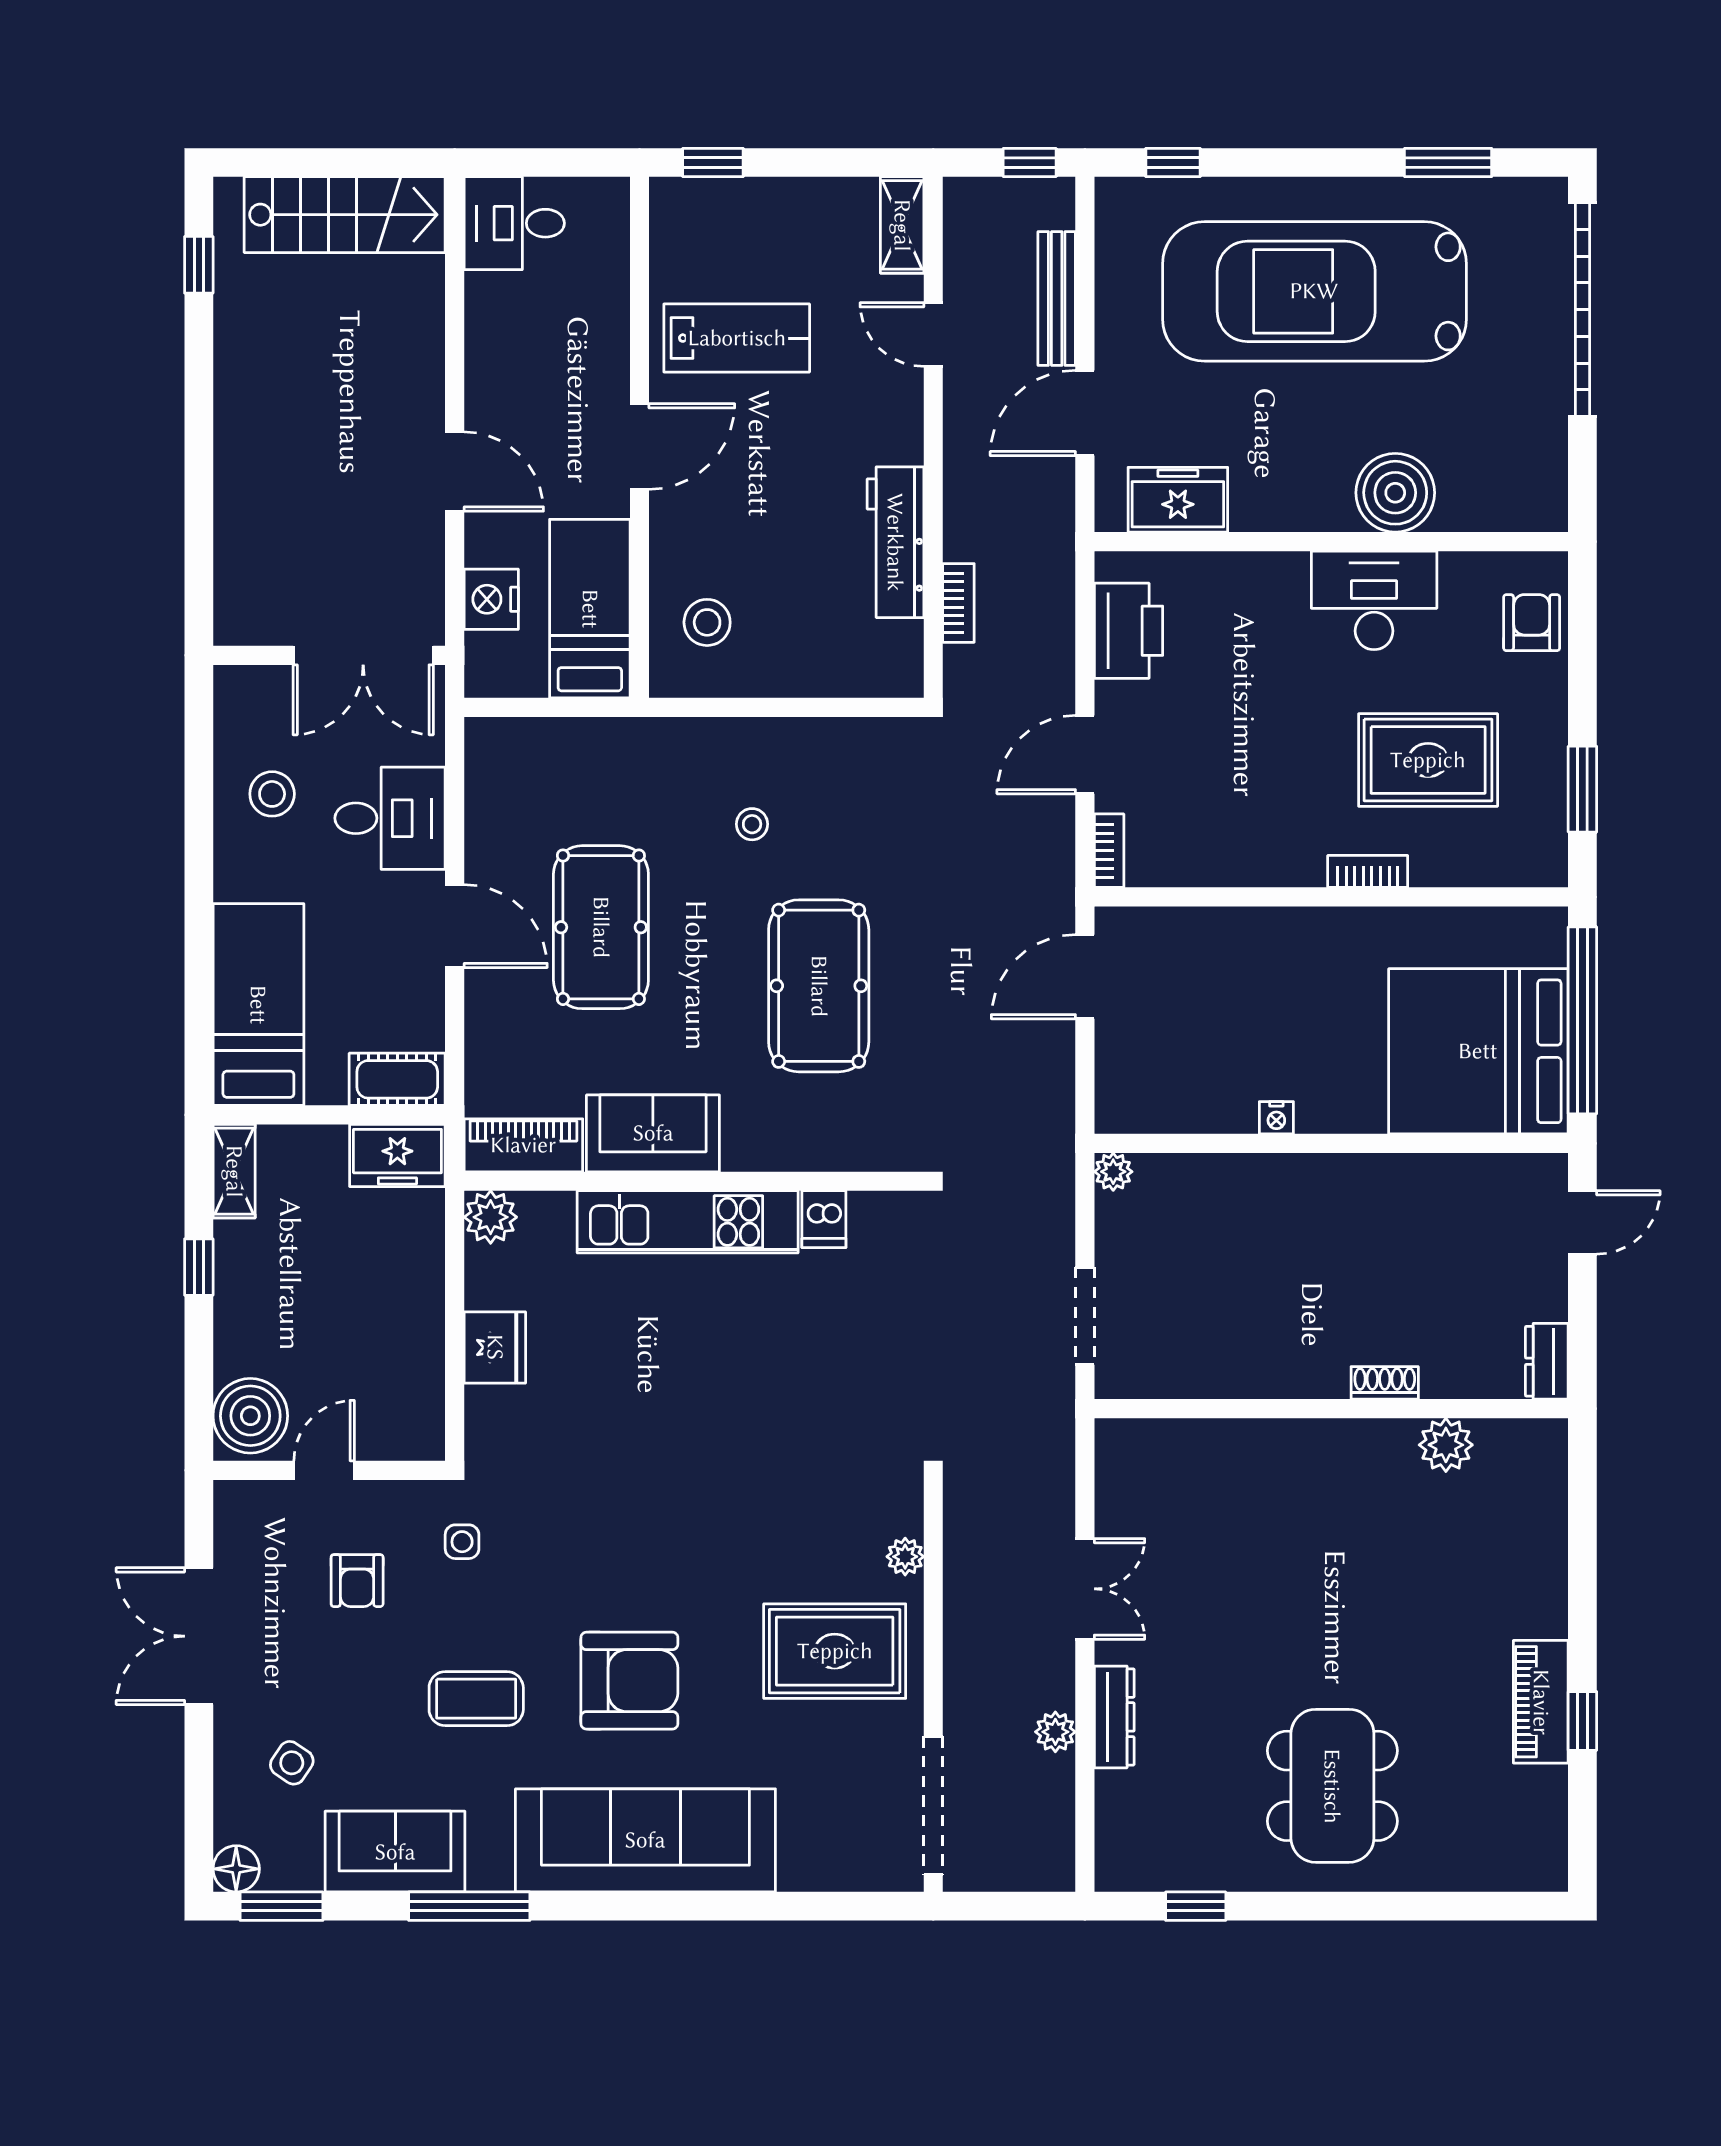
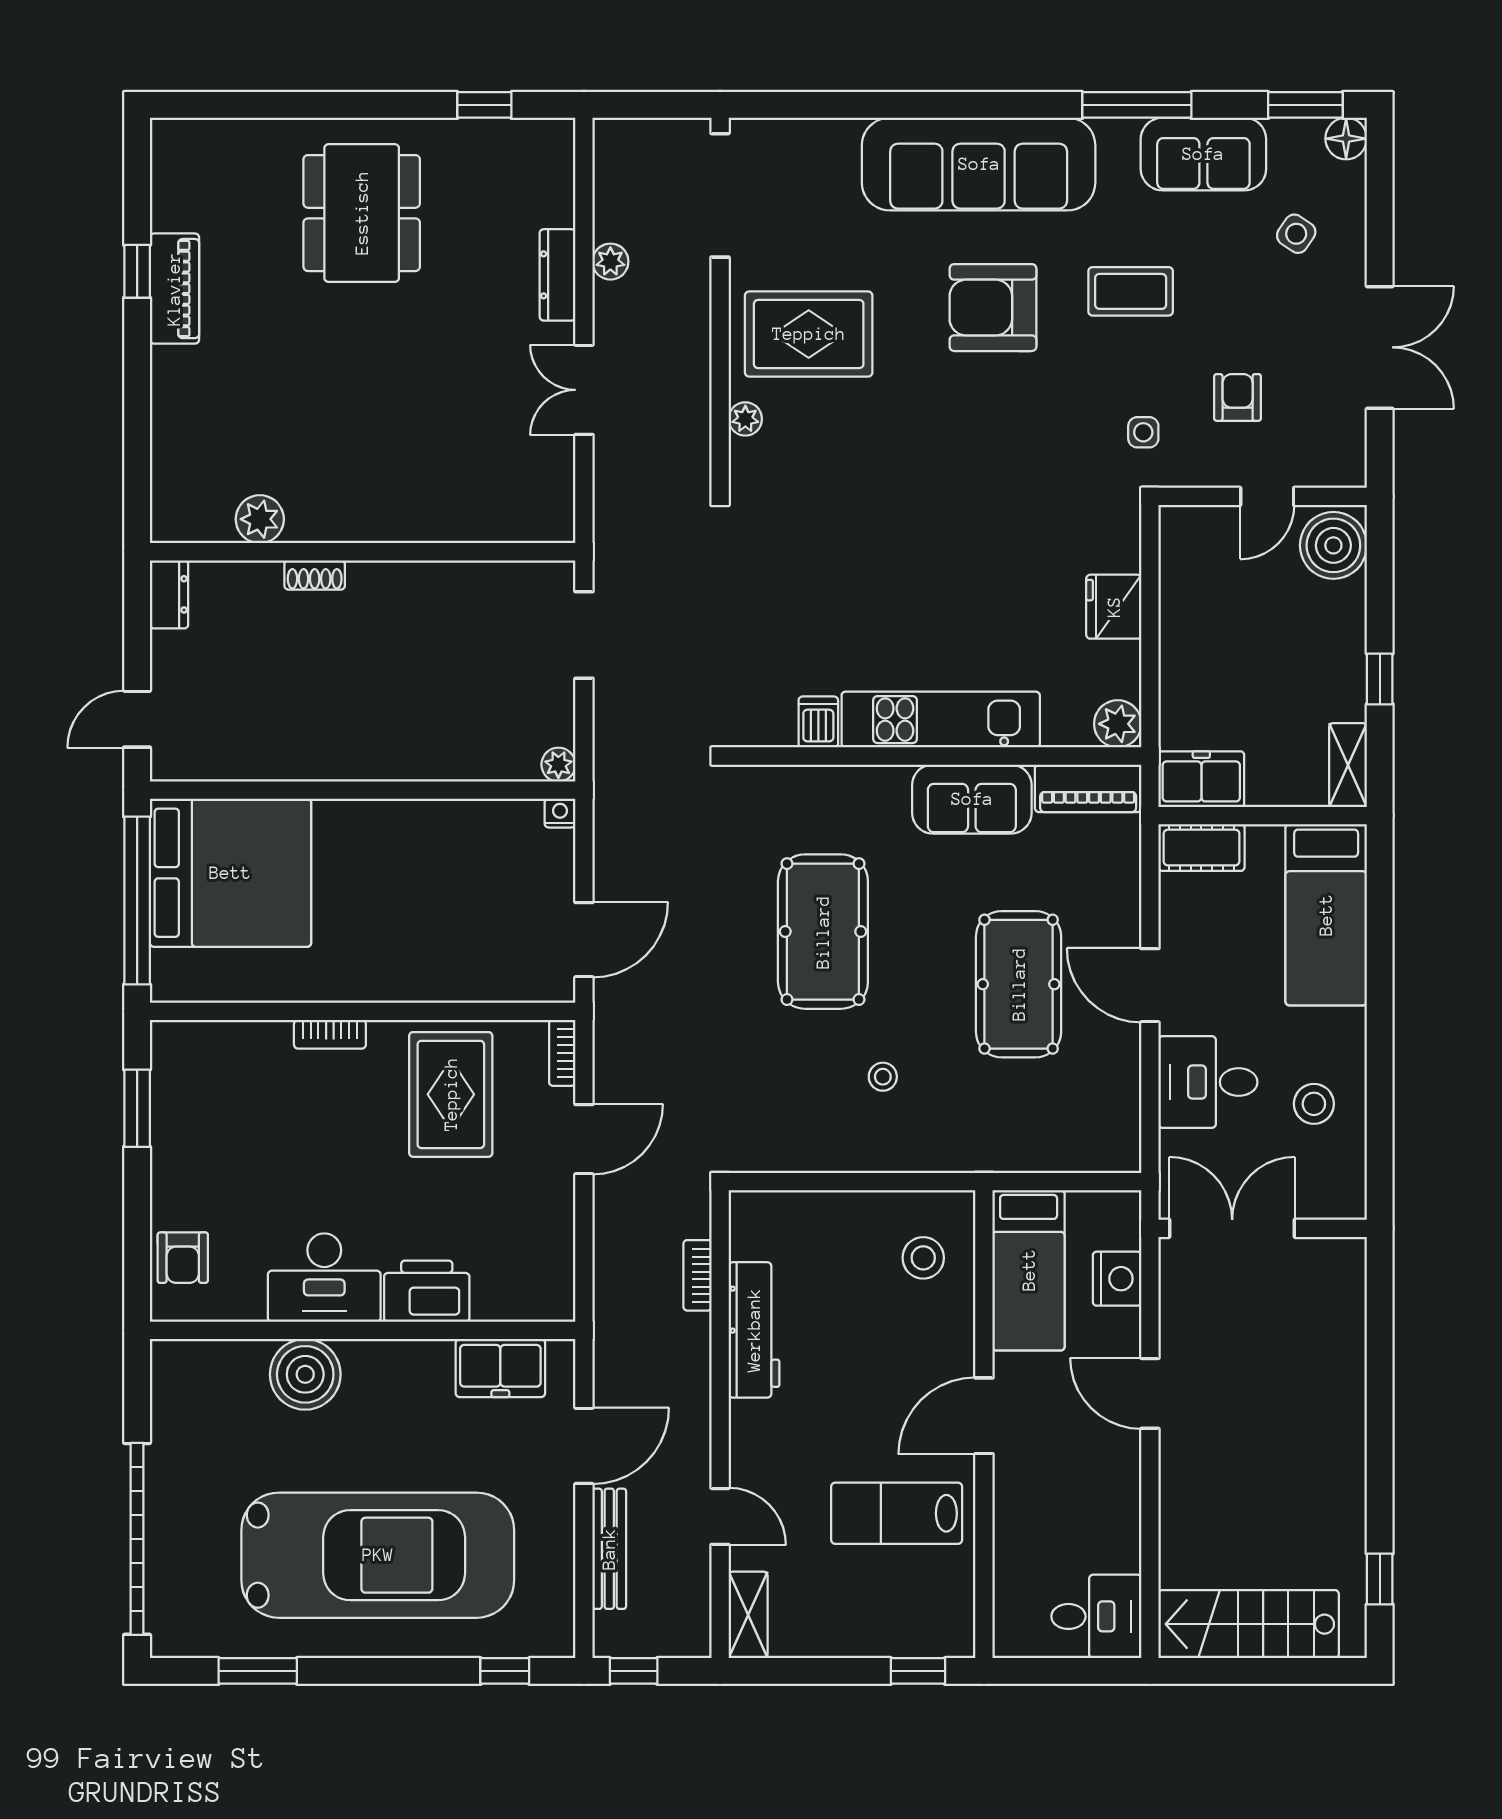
printer: (1129, 631) -> (427, 1291), moved, turned 90
rug: (1428, 760) -> (451, 1094), moved, turned 90
nightstand: (1276, 1118) -> (560, 813), moved

